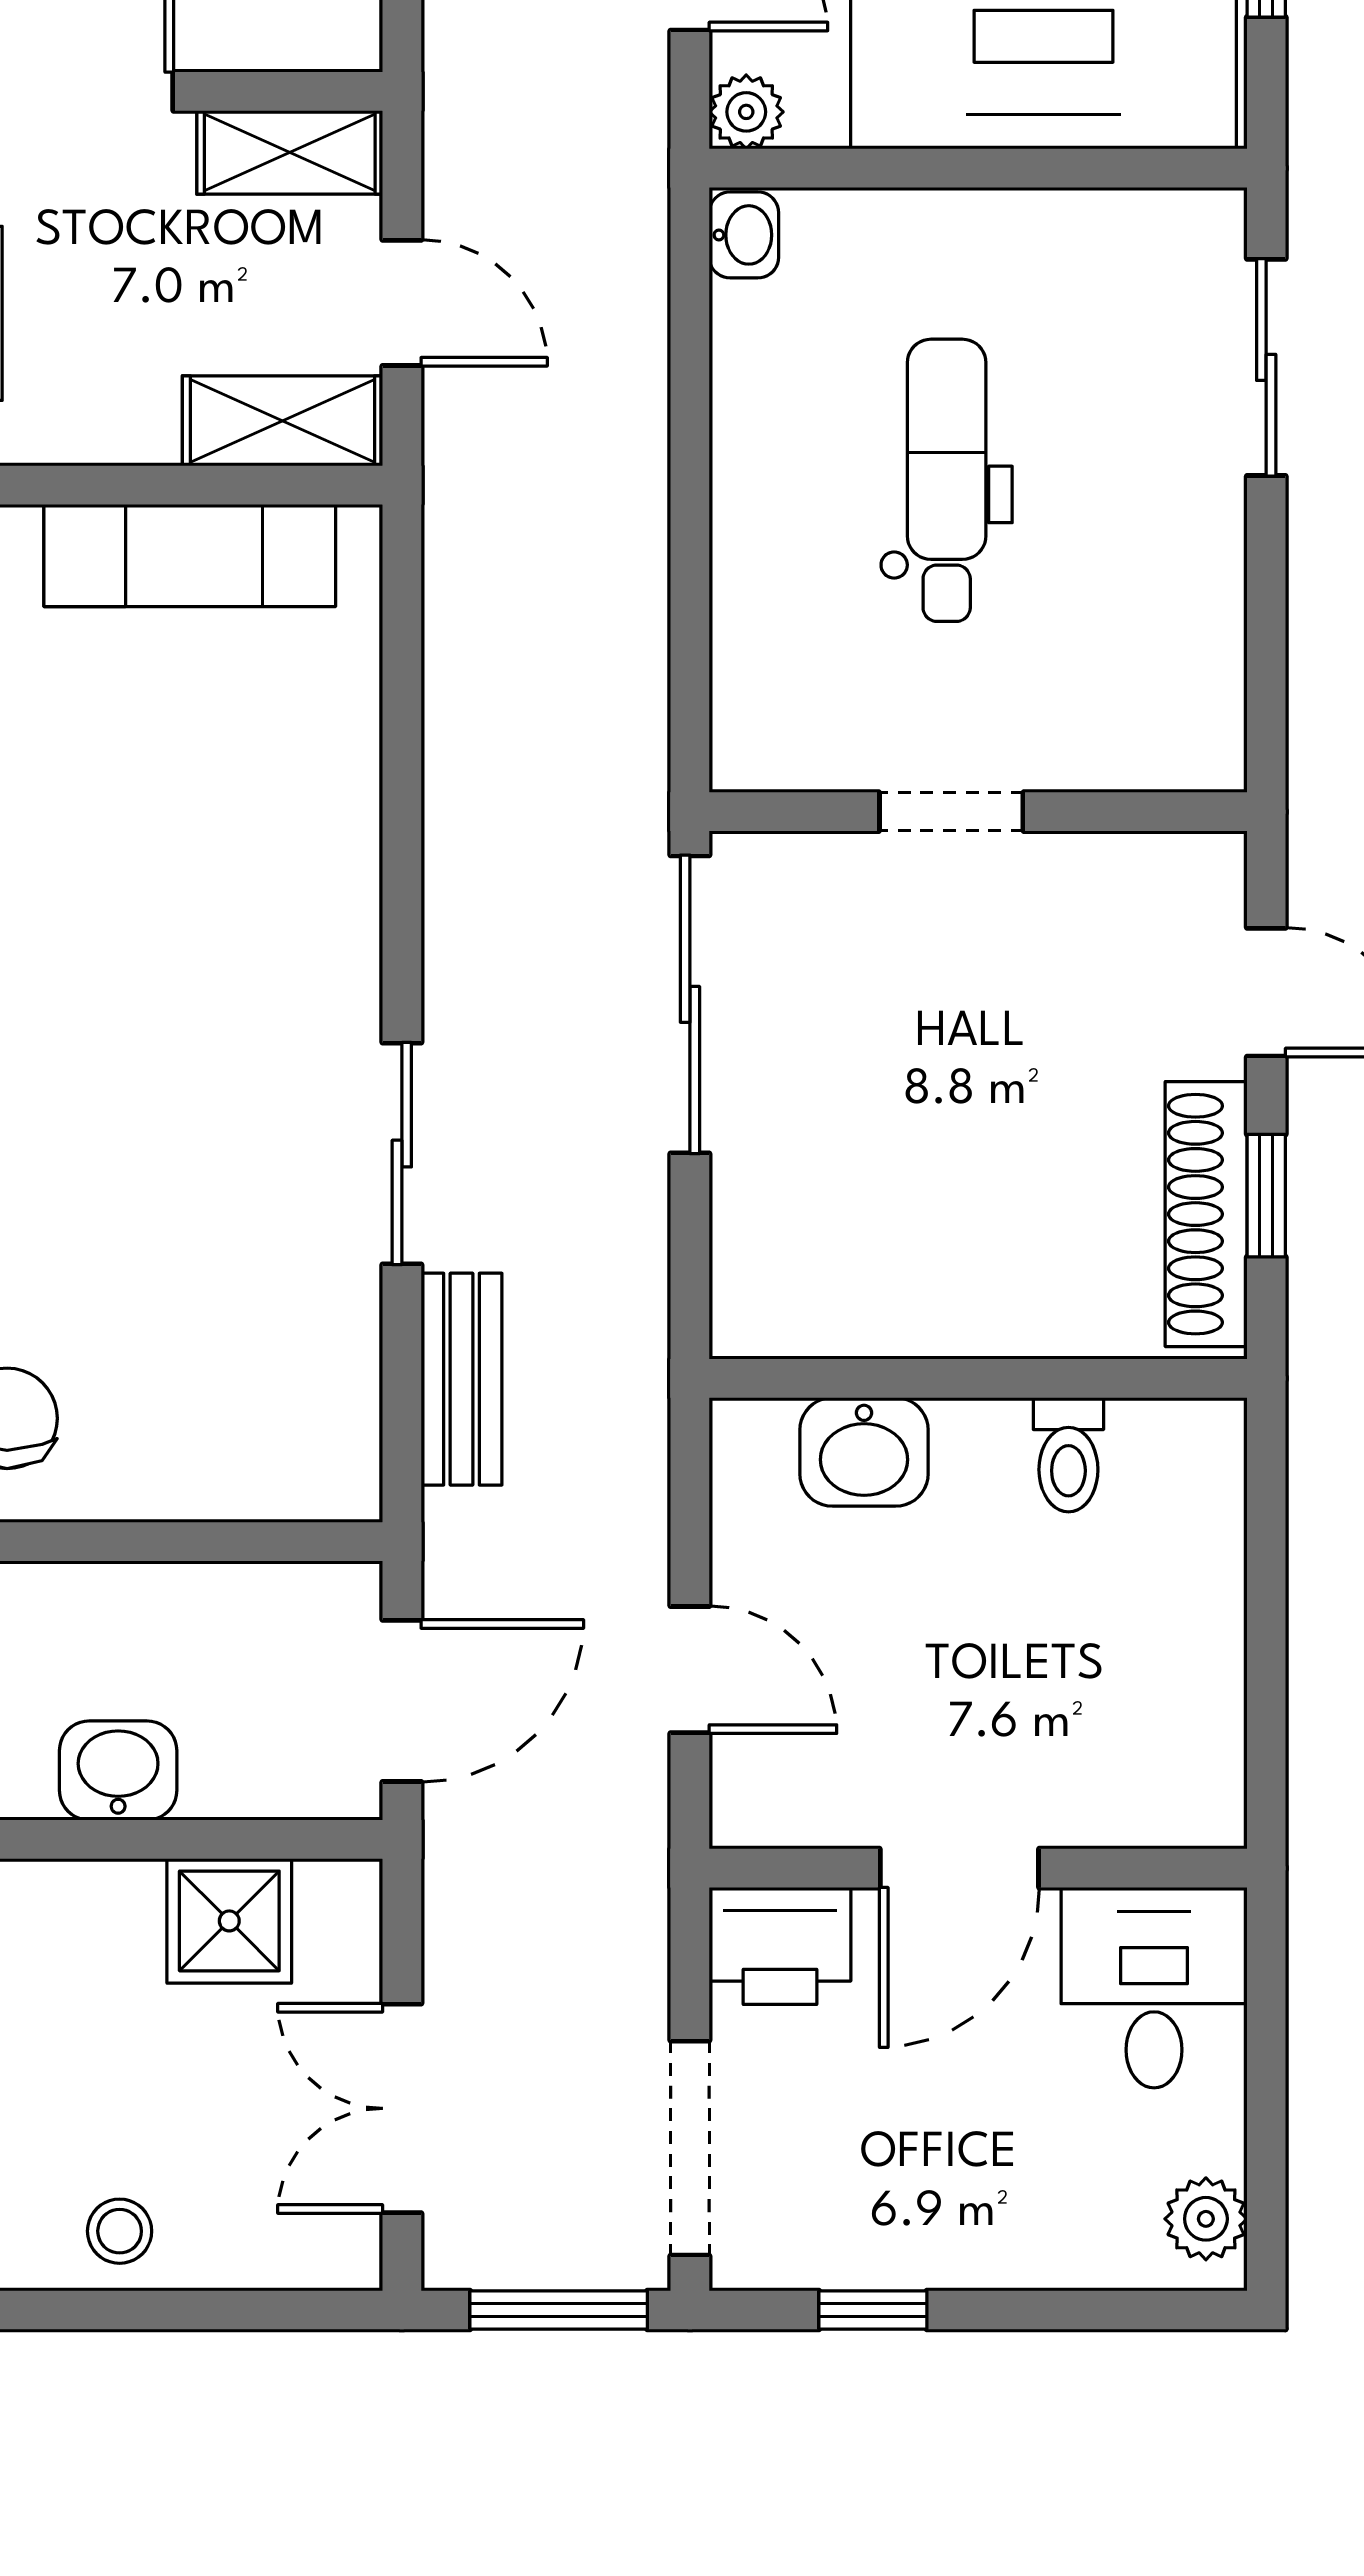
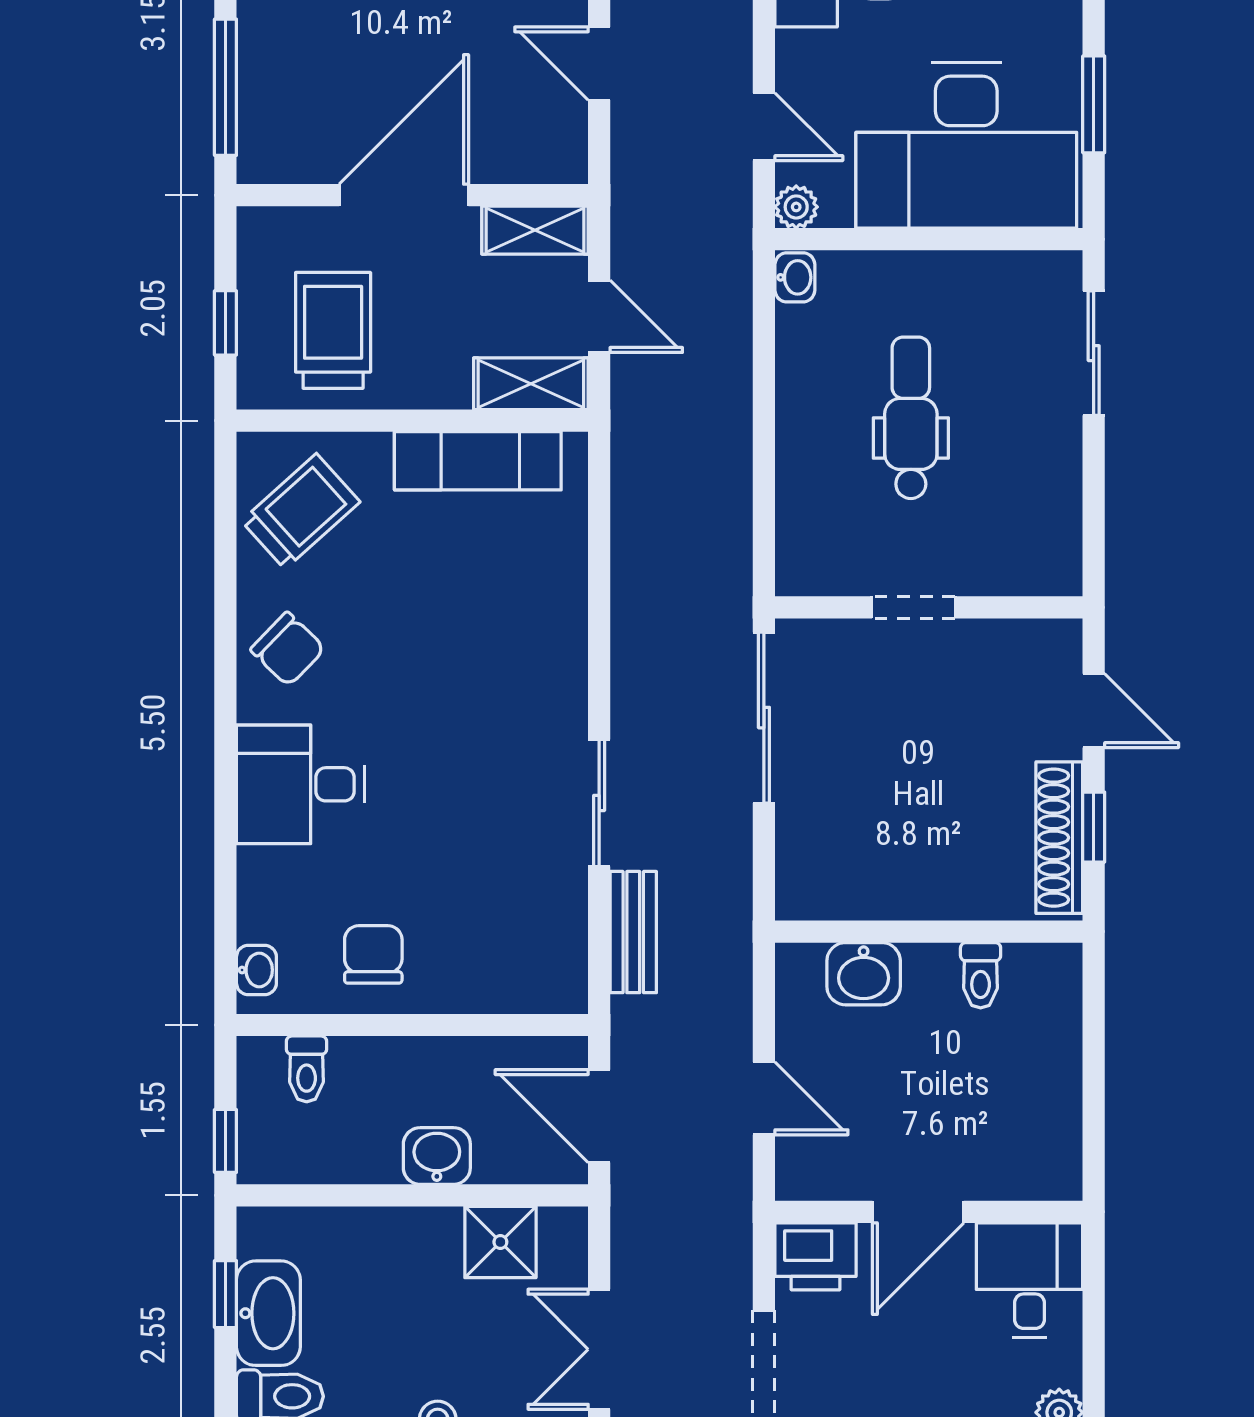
door: (402, 1701) -> (599, 1116), swing flipped

